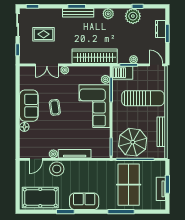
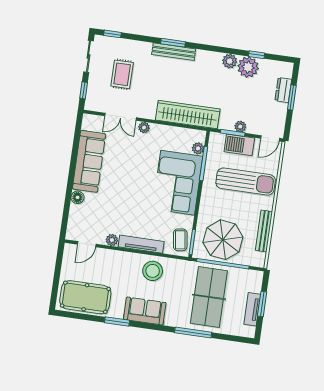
plant: (108, 14) -> (230, 61), moved
rug: (44, 34) -> (122, 74), turned 90
door: (156, 65) -> (270, 138), swing flipped
barbecue: (122, 73) -> (239, 145), moved
sofa: (29, 106) -> (89, 161), width x1.36
coffee table: (55, 107) -> (180, 240), moved
stool: (57, 169) -> (153, 271), moved

